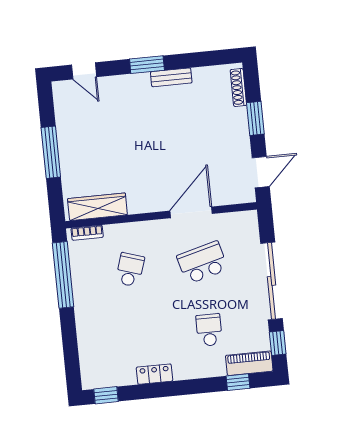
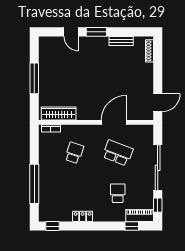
door: (84, 71) -> (71, 32), moved
bench: (171, 77) -> (121, 41), moved
window: (255, 118) -> (158, 70), removed
school desk: (202, 263) -> (118, 153), turned 36
window: (63, 275) -> (34, 184), moved

